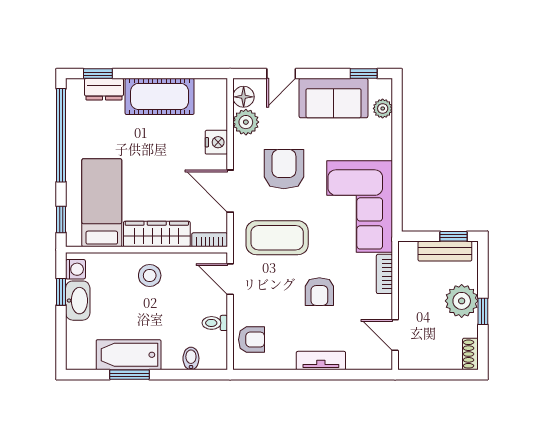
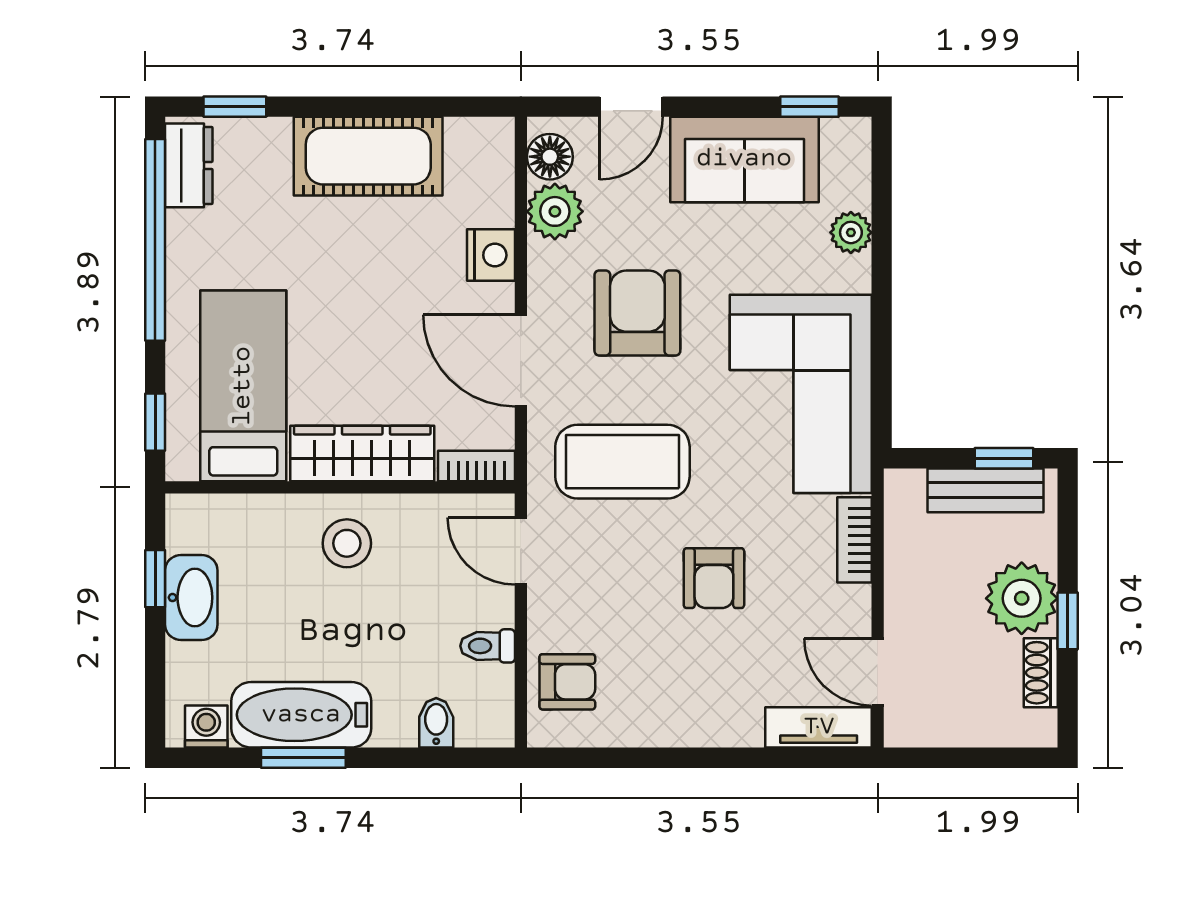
dresser: (104, 89) -> (189, 165), moved, turned -90
plant: (383, 108) -> (851, 232), moved
washing machine: (75, 269) -> (206, 727), moved, turned -90
shoe rack: (470, 354) -> (1041, 673), moved
tv unit: (321, 361) -> (819, 727), moved

